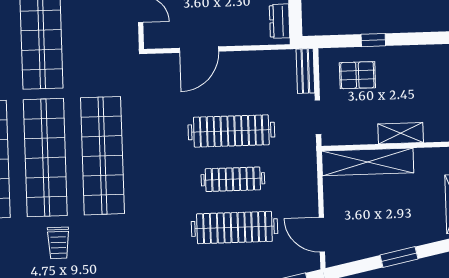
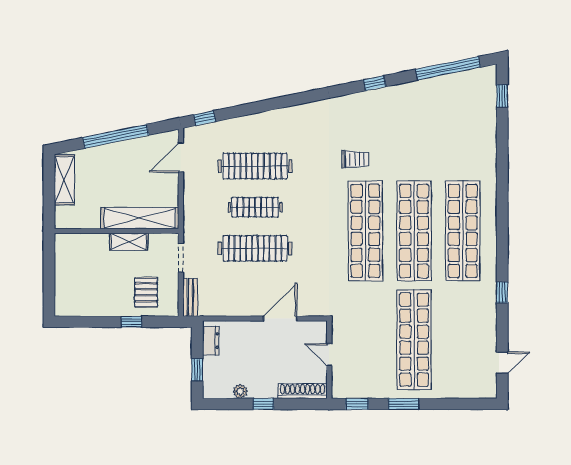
pallet: (357, 75) -> (146, 292), turned 90
shelving: (401, 133) -> (129, 242), moved
door: (322, 235) -> (181, 157), swing flipped
trolley: (58, 243) -> (355, 159), moved, turned 90
window: (399, 257) -> (116, 136), width x2.11

